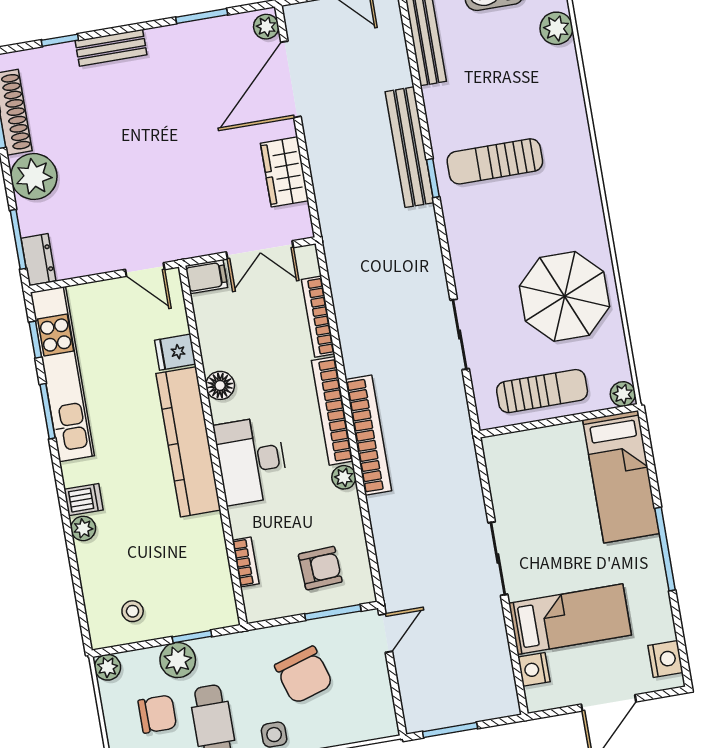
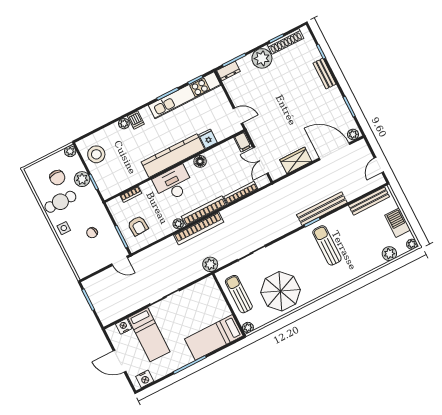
door: (145, 269) -> (238, 116), swing flipped
sun lounger: (542, 391) -> (239, 294), turned 180
plant: (456, 434) -> (210, 264), added
stool: (133, 611) -> (96, 154), width x1.89, depth x1.89
chair: (304, 675) -> (92, 233), width x0.54, depth x0.54

